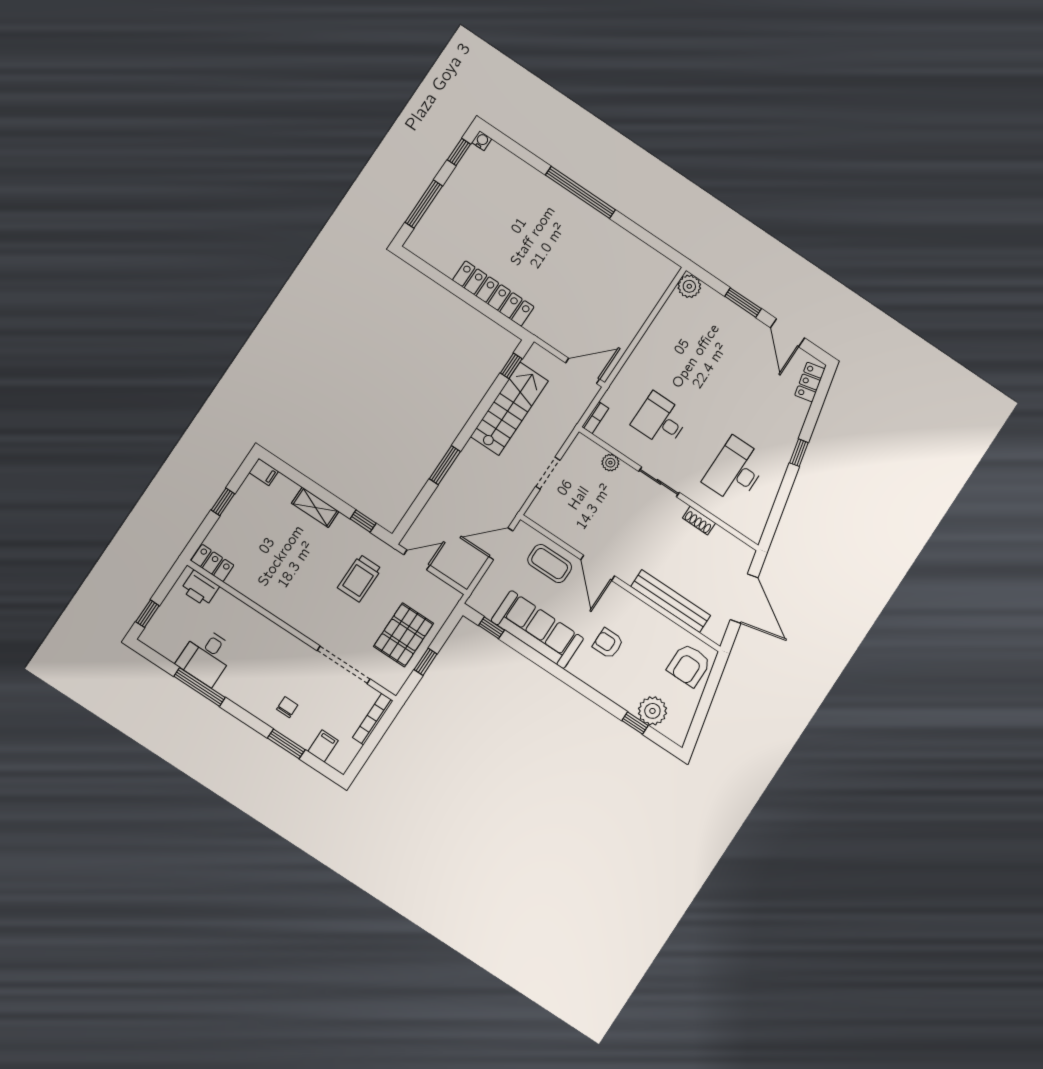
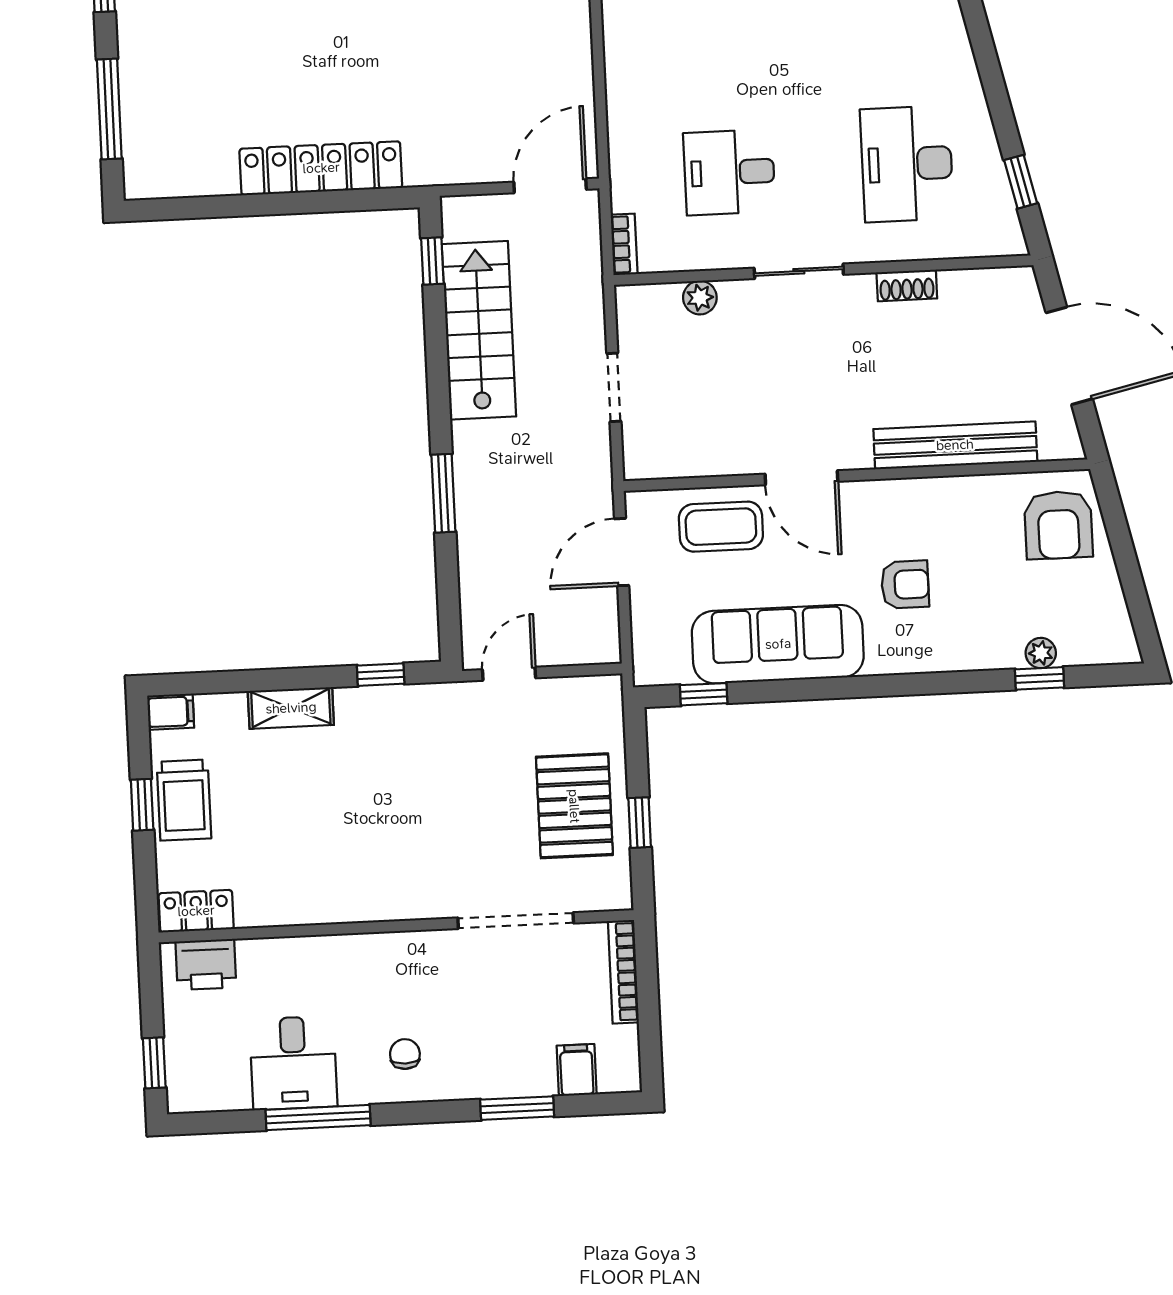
window: (799, 453) -> (1021, 182), moved
trolley: (360, 578) -> (184, 800), moved
armchair: (608, 643) -> (905, 585), turned 180
chair: (287, 707) -> (405, 1054), moved
plant: (652, 711) -> (1041, 653), width x0.53, depth x0.53

